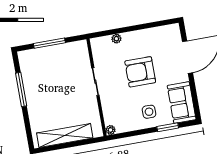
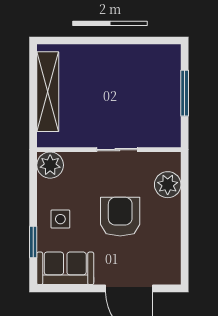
plant: (116, 39) -> (168, 185), width x1.87, depth x1.87
window: (21, 89) -> (125, 41), removed
plant: (110, 130) -> (50, 165), width x1.87, depth x1.87

